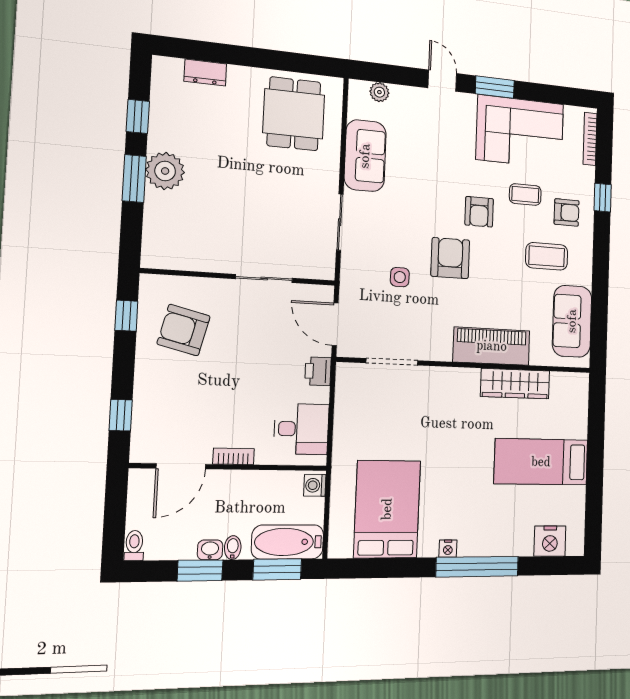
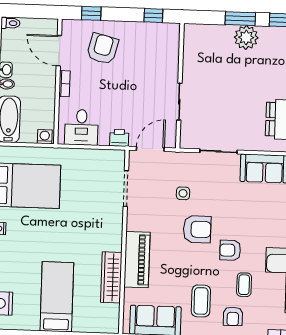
armchair: (184, 330) -> (103, 49), moved

